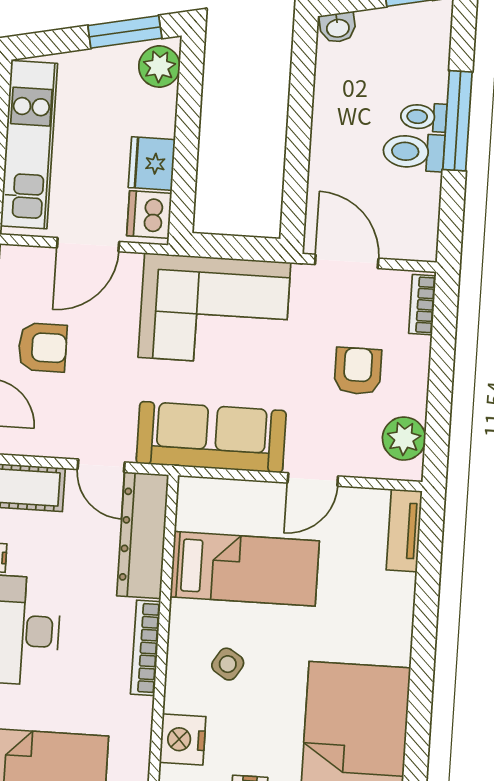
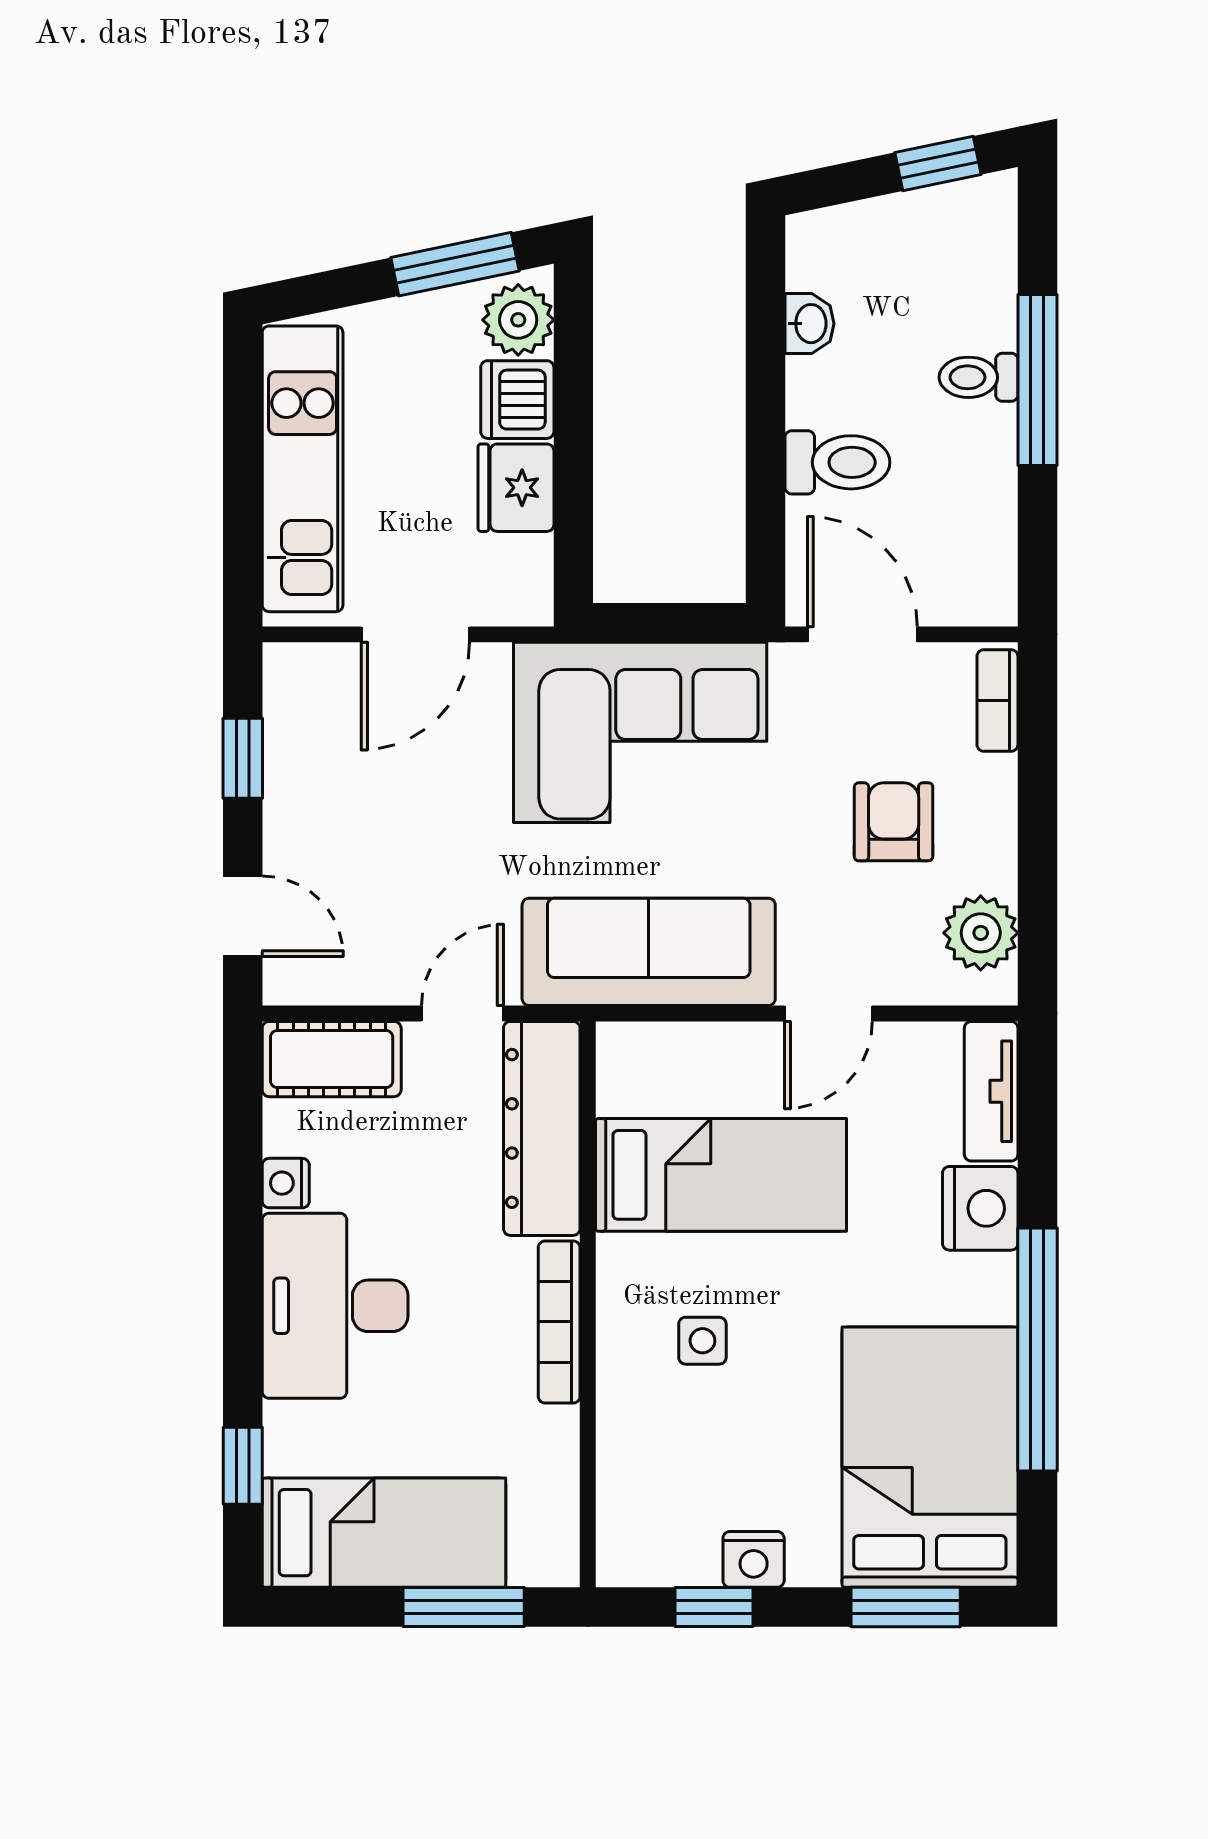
washbasin: (338, 27) -> (809, 324), moved, turned -78
toilet: (414, 152) -> (837, 462), moved, turned 180
dishwasher: (149, 215) -> (517, 400), moved
armchair: (42, 347) -> (348, 816), removed
door: (101, 466) -> (462, 1013), swing flipped
side table: (228, 664) -> (702, 1341), turned -32
window: (421, 682) -> (1037, 1349), added
nightstand: (183, 739) -> (980, 1208), moved, turned 180

